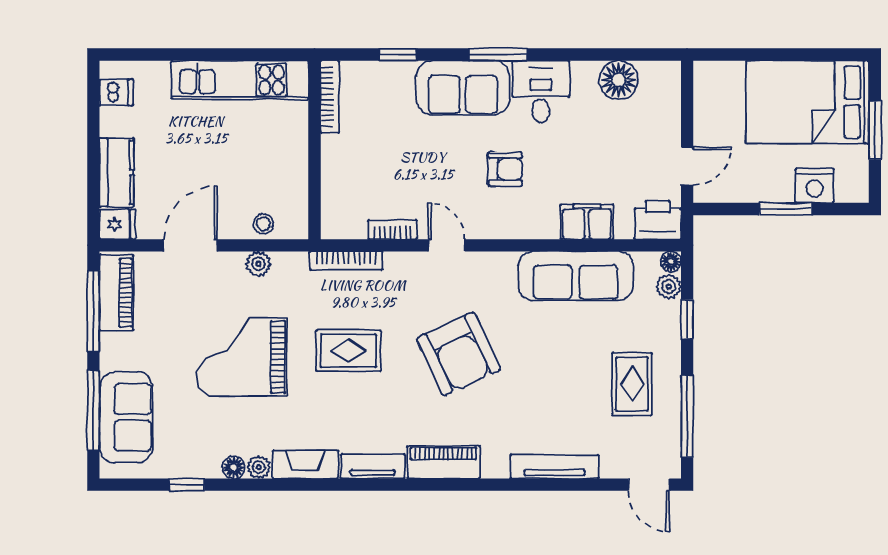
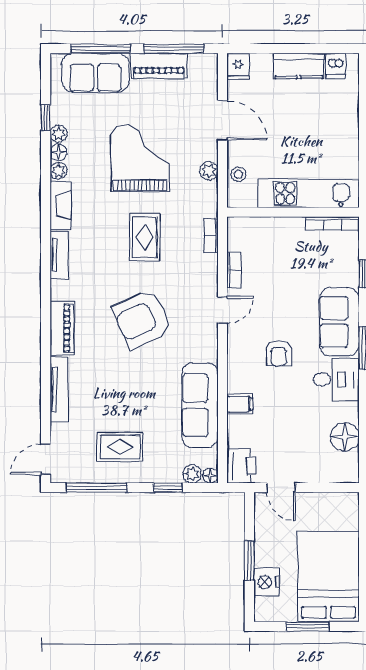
kitchen unit: (240, 80) -> (309, 193), moved, turned 90
kitchen counter: (117, 172) -> (299, 66), moved
filing cabinet: (587, 222) -> (240, 404), width x0.50
bookcase: (346, 261) -> (211, 236), width x0.64
piano: (116, 293) -> (159, 66), moved
piano: (443, 462) -> (62, 328), moved
plant: (208, 467) -> (59, 134), added

